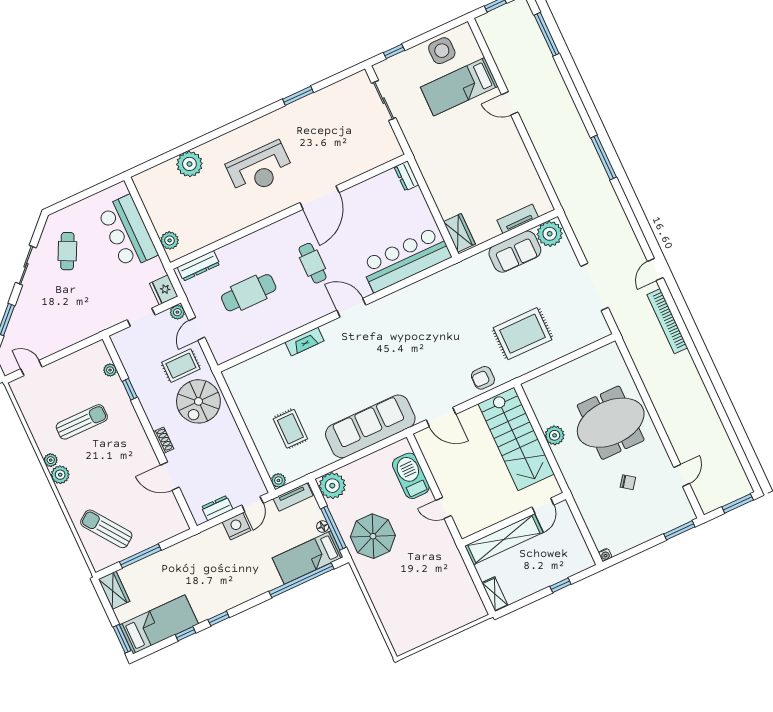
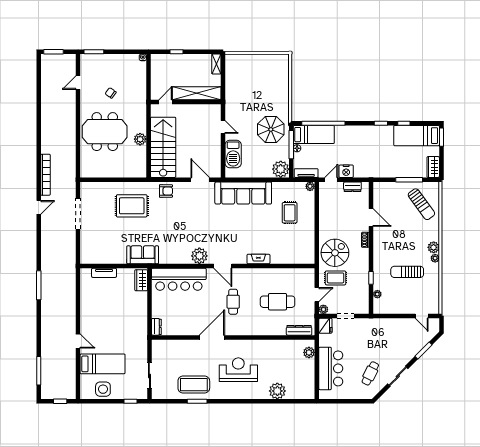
coffee table: (314, 118) -> (194, 385), added
plant: (550, 234) -> (199, 256), moved
sofa: (515, 252) -> (143, 255), moved

